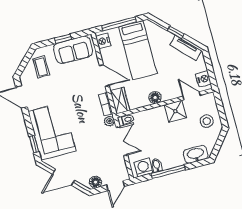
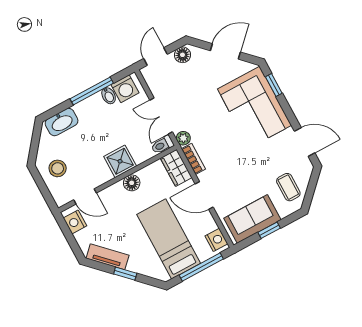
shower: (175, 111) -> (120, 161), moved

